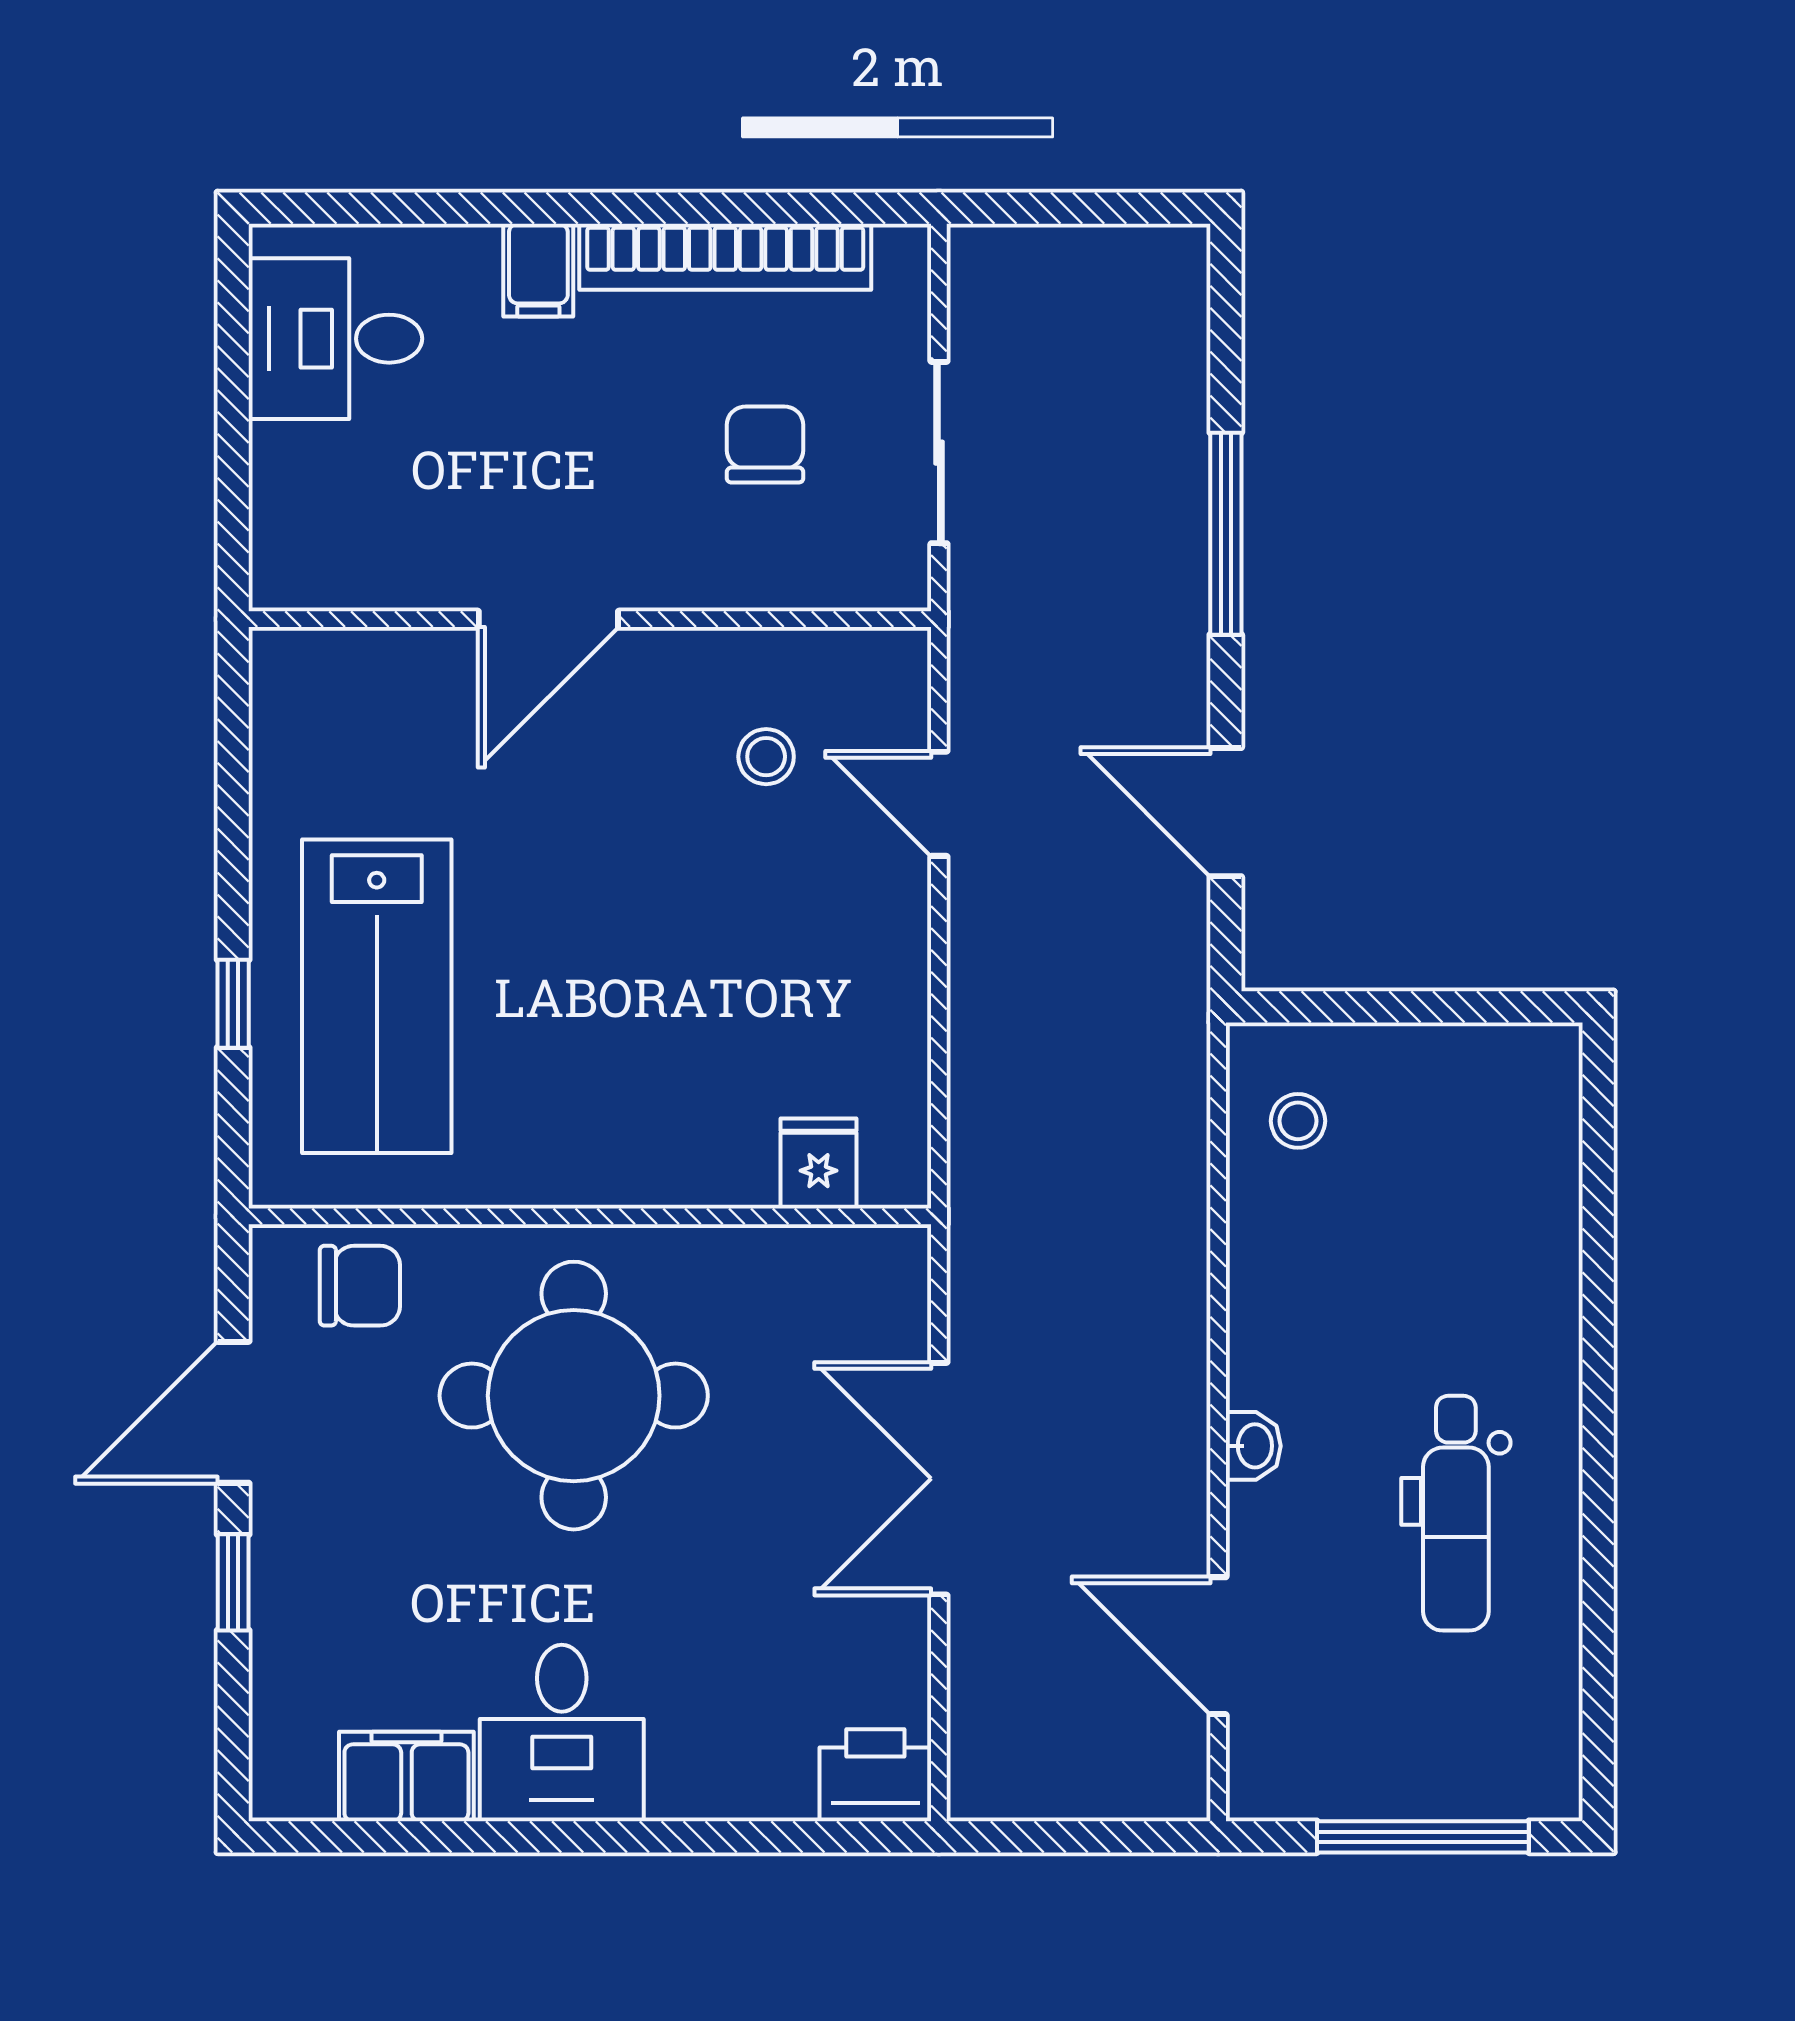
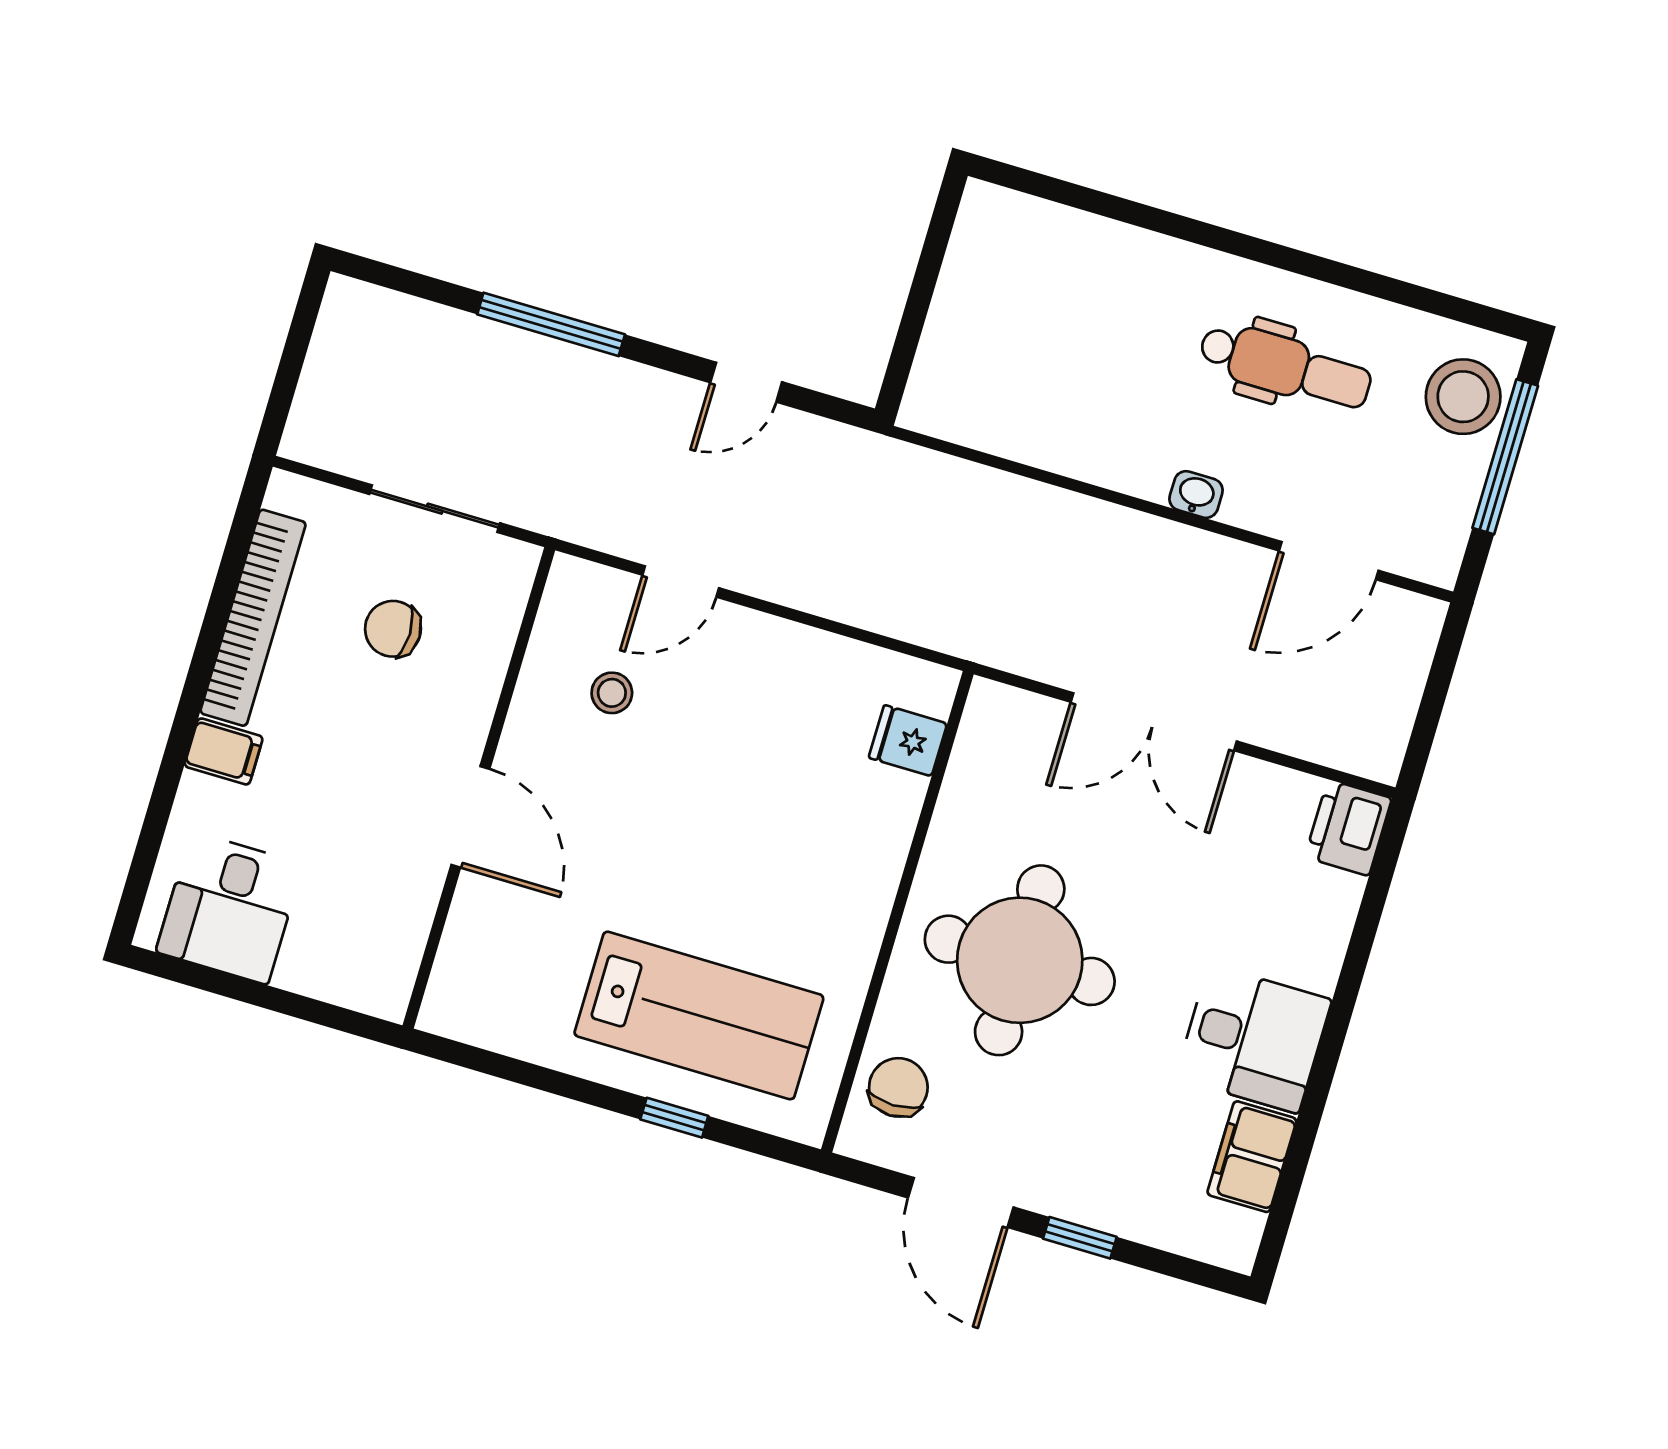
door: (1226, 812) -> (746, 382), width x0.73
stool: (1298, 1121) -> (1463, 397), moved, width x1.89, depth x1.89

